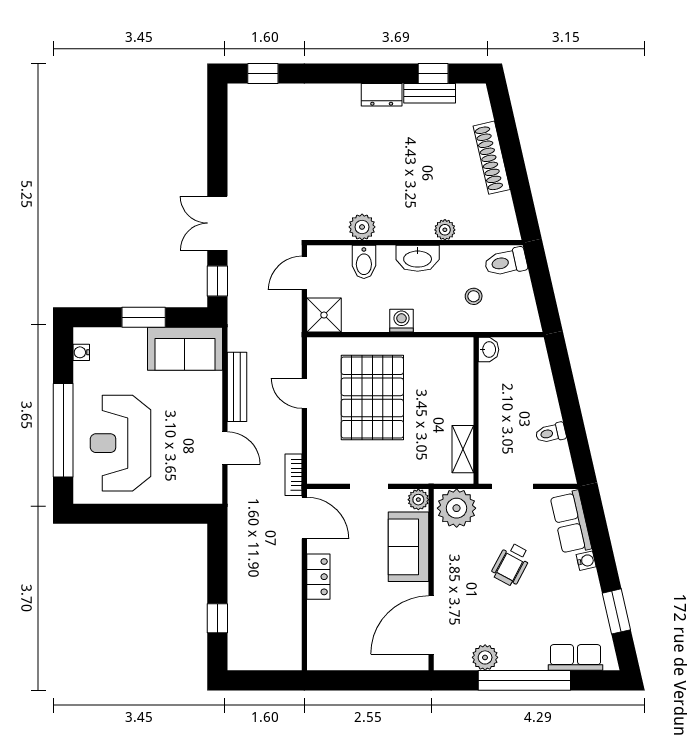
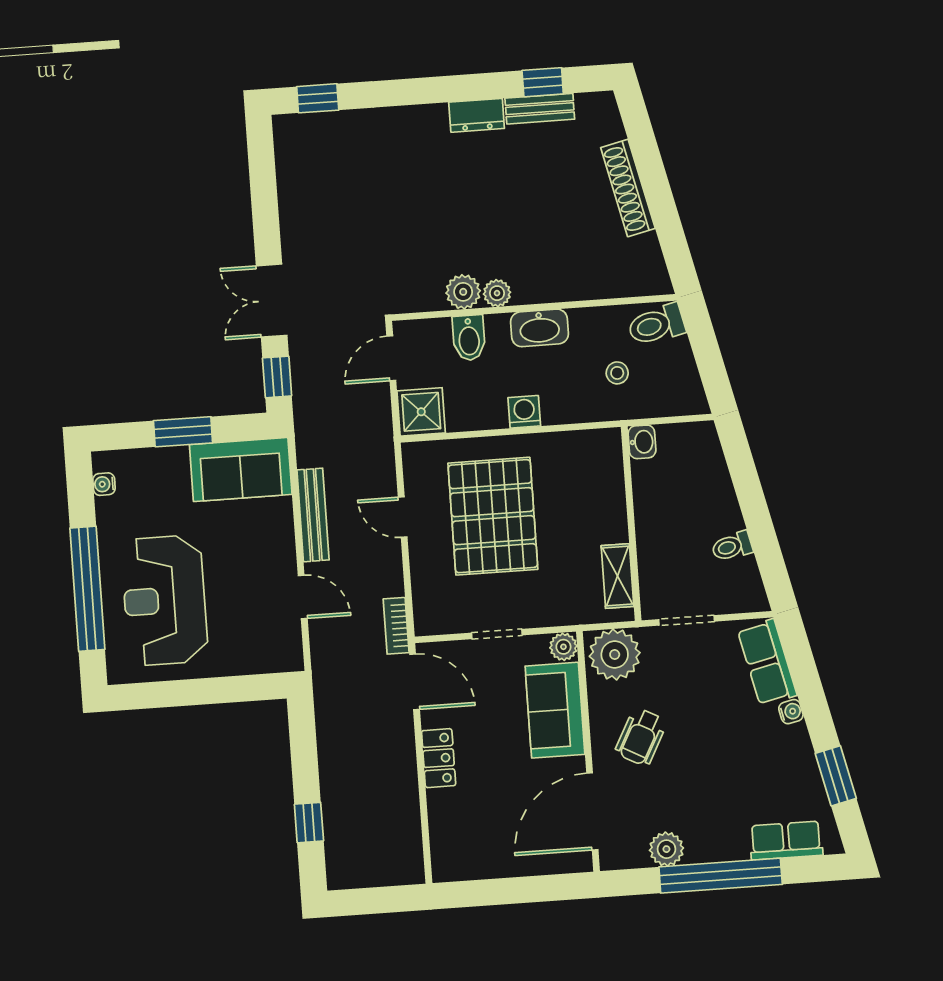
plant: (445, 230) -> (497, 293), moved
wheelchair: (511, 564) -> (641, 737), moved

